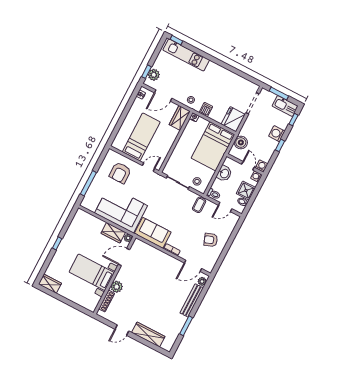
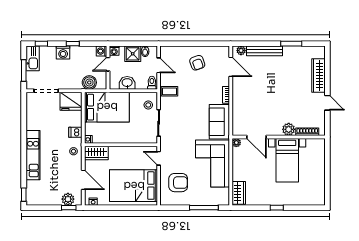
kitchen unit: (186, 55) -> (33, 155), moved
bed: (141, 137) -> (134, 186), width x1.50
wardrobe: (113, 233) -> (239, 193), moved
wardrobe: (50, 284) -> (319, 194), removed

